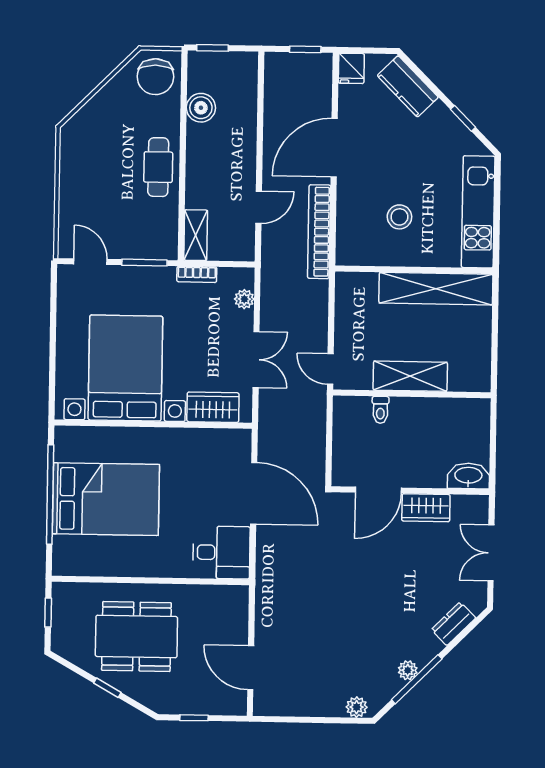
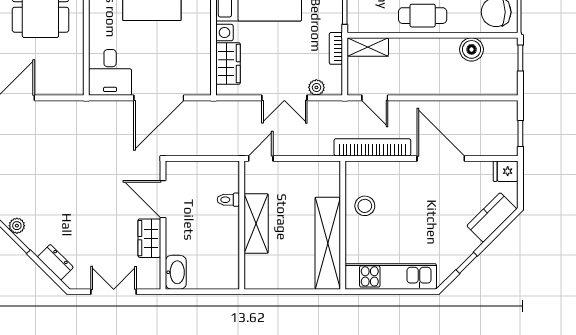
door: (259, 207) -> (375, 98), moved
stool: (399, 217) -> (365, 206), moved
double door: (256, 360) -> (284, 98), moved

